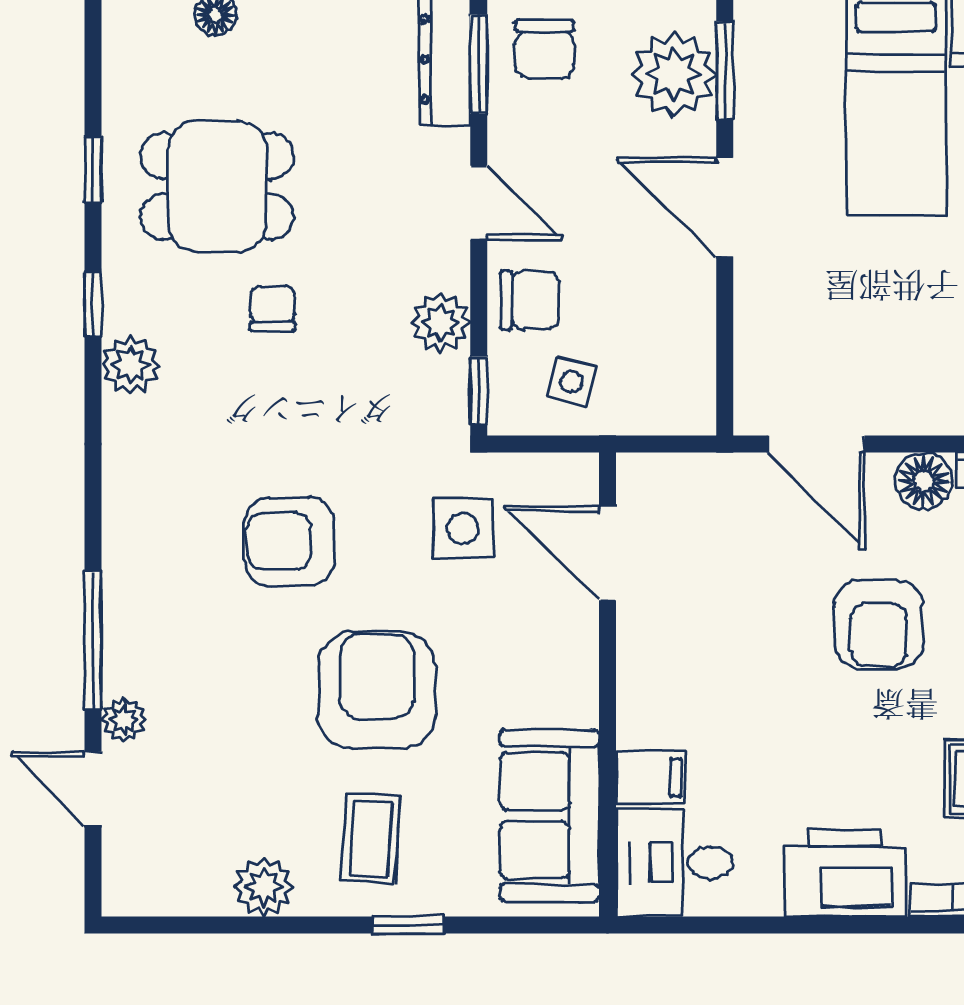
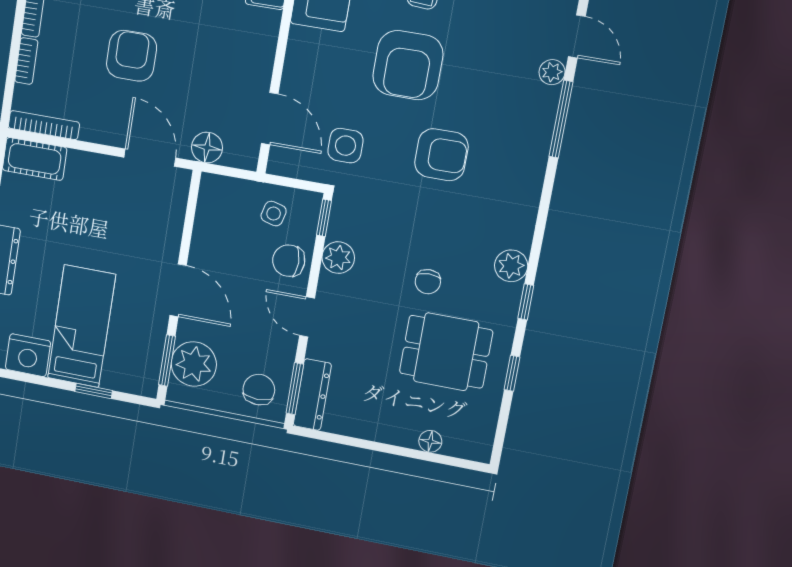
floor lamp: (924, 481) -> (207, 148), moved

